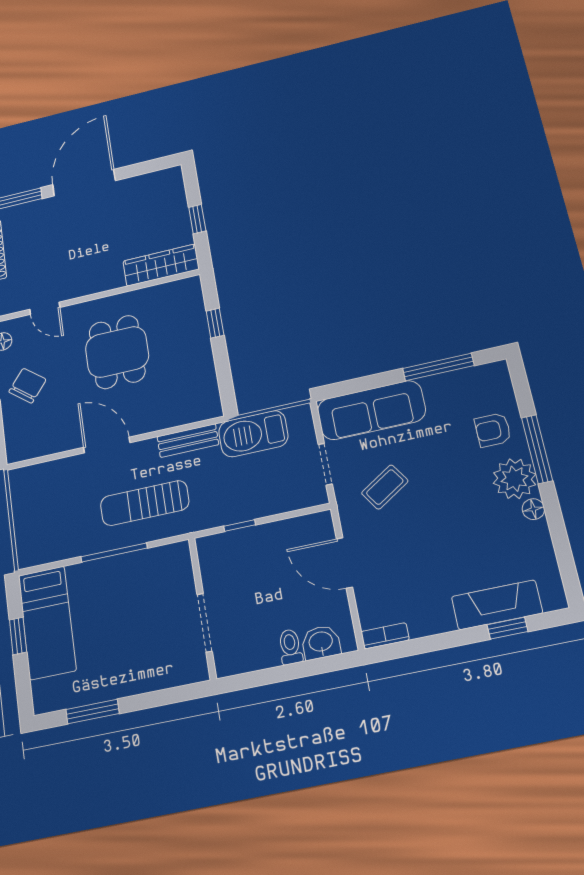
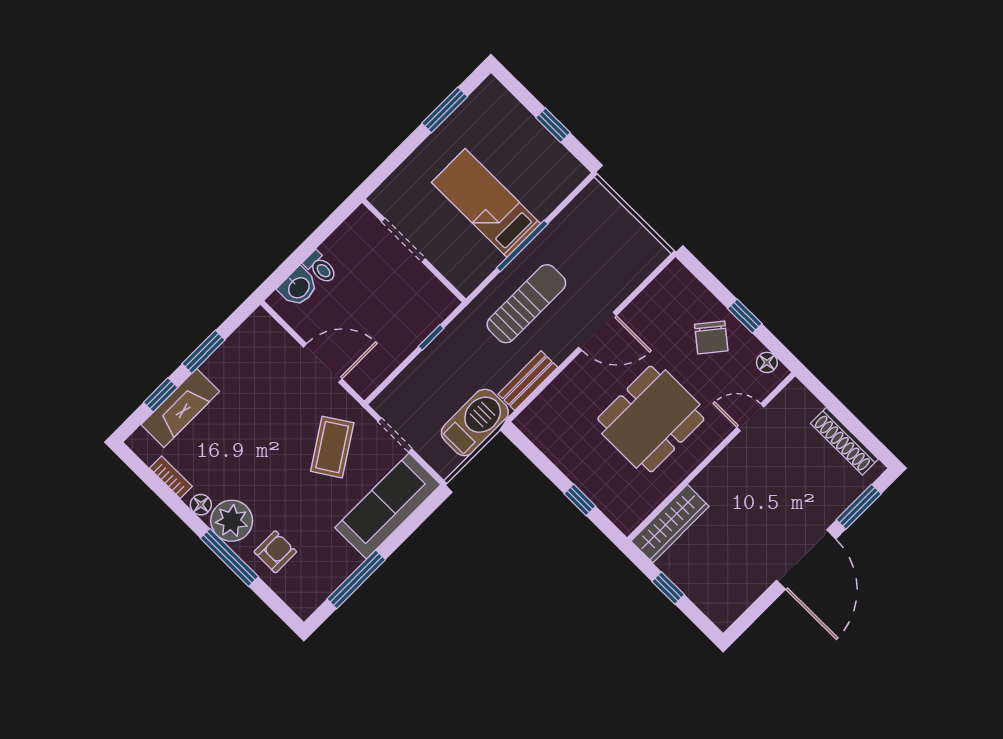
dining table: (117, 352) -> (651, 419), width x1.38
coffee table: (385, 487) -> (332, 447), width x1.36, depth x1.30
bed: (47, 622) -> (486, 203), moved
bookcase: (385, 636) -> (171, 477), moved, turned -90
window: (443, 641) -> (203, 352), added

